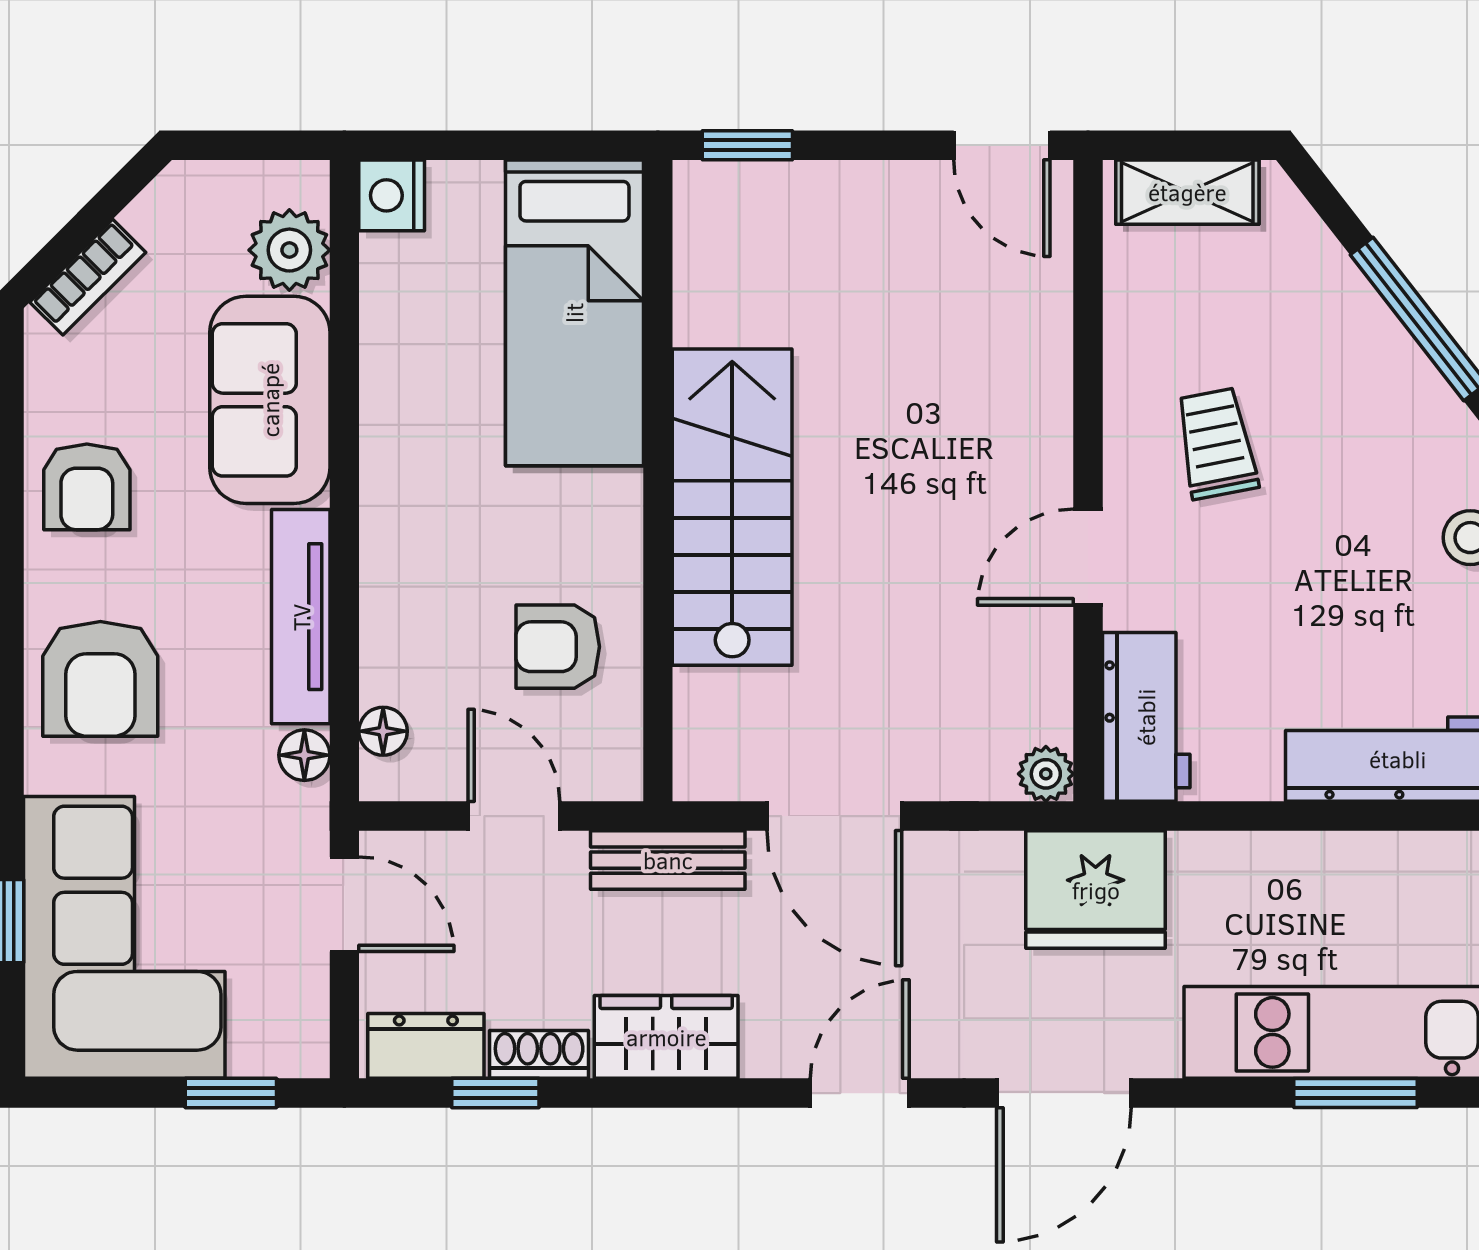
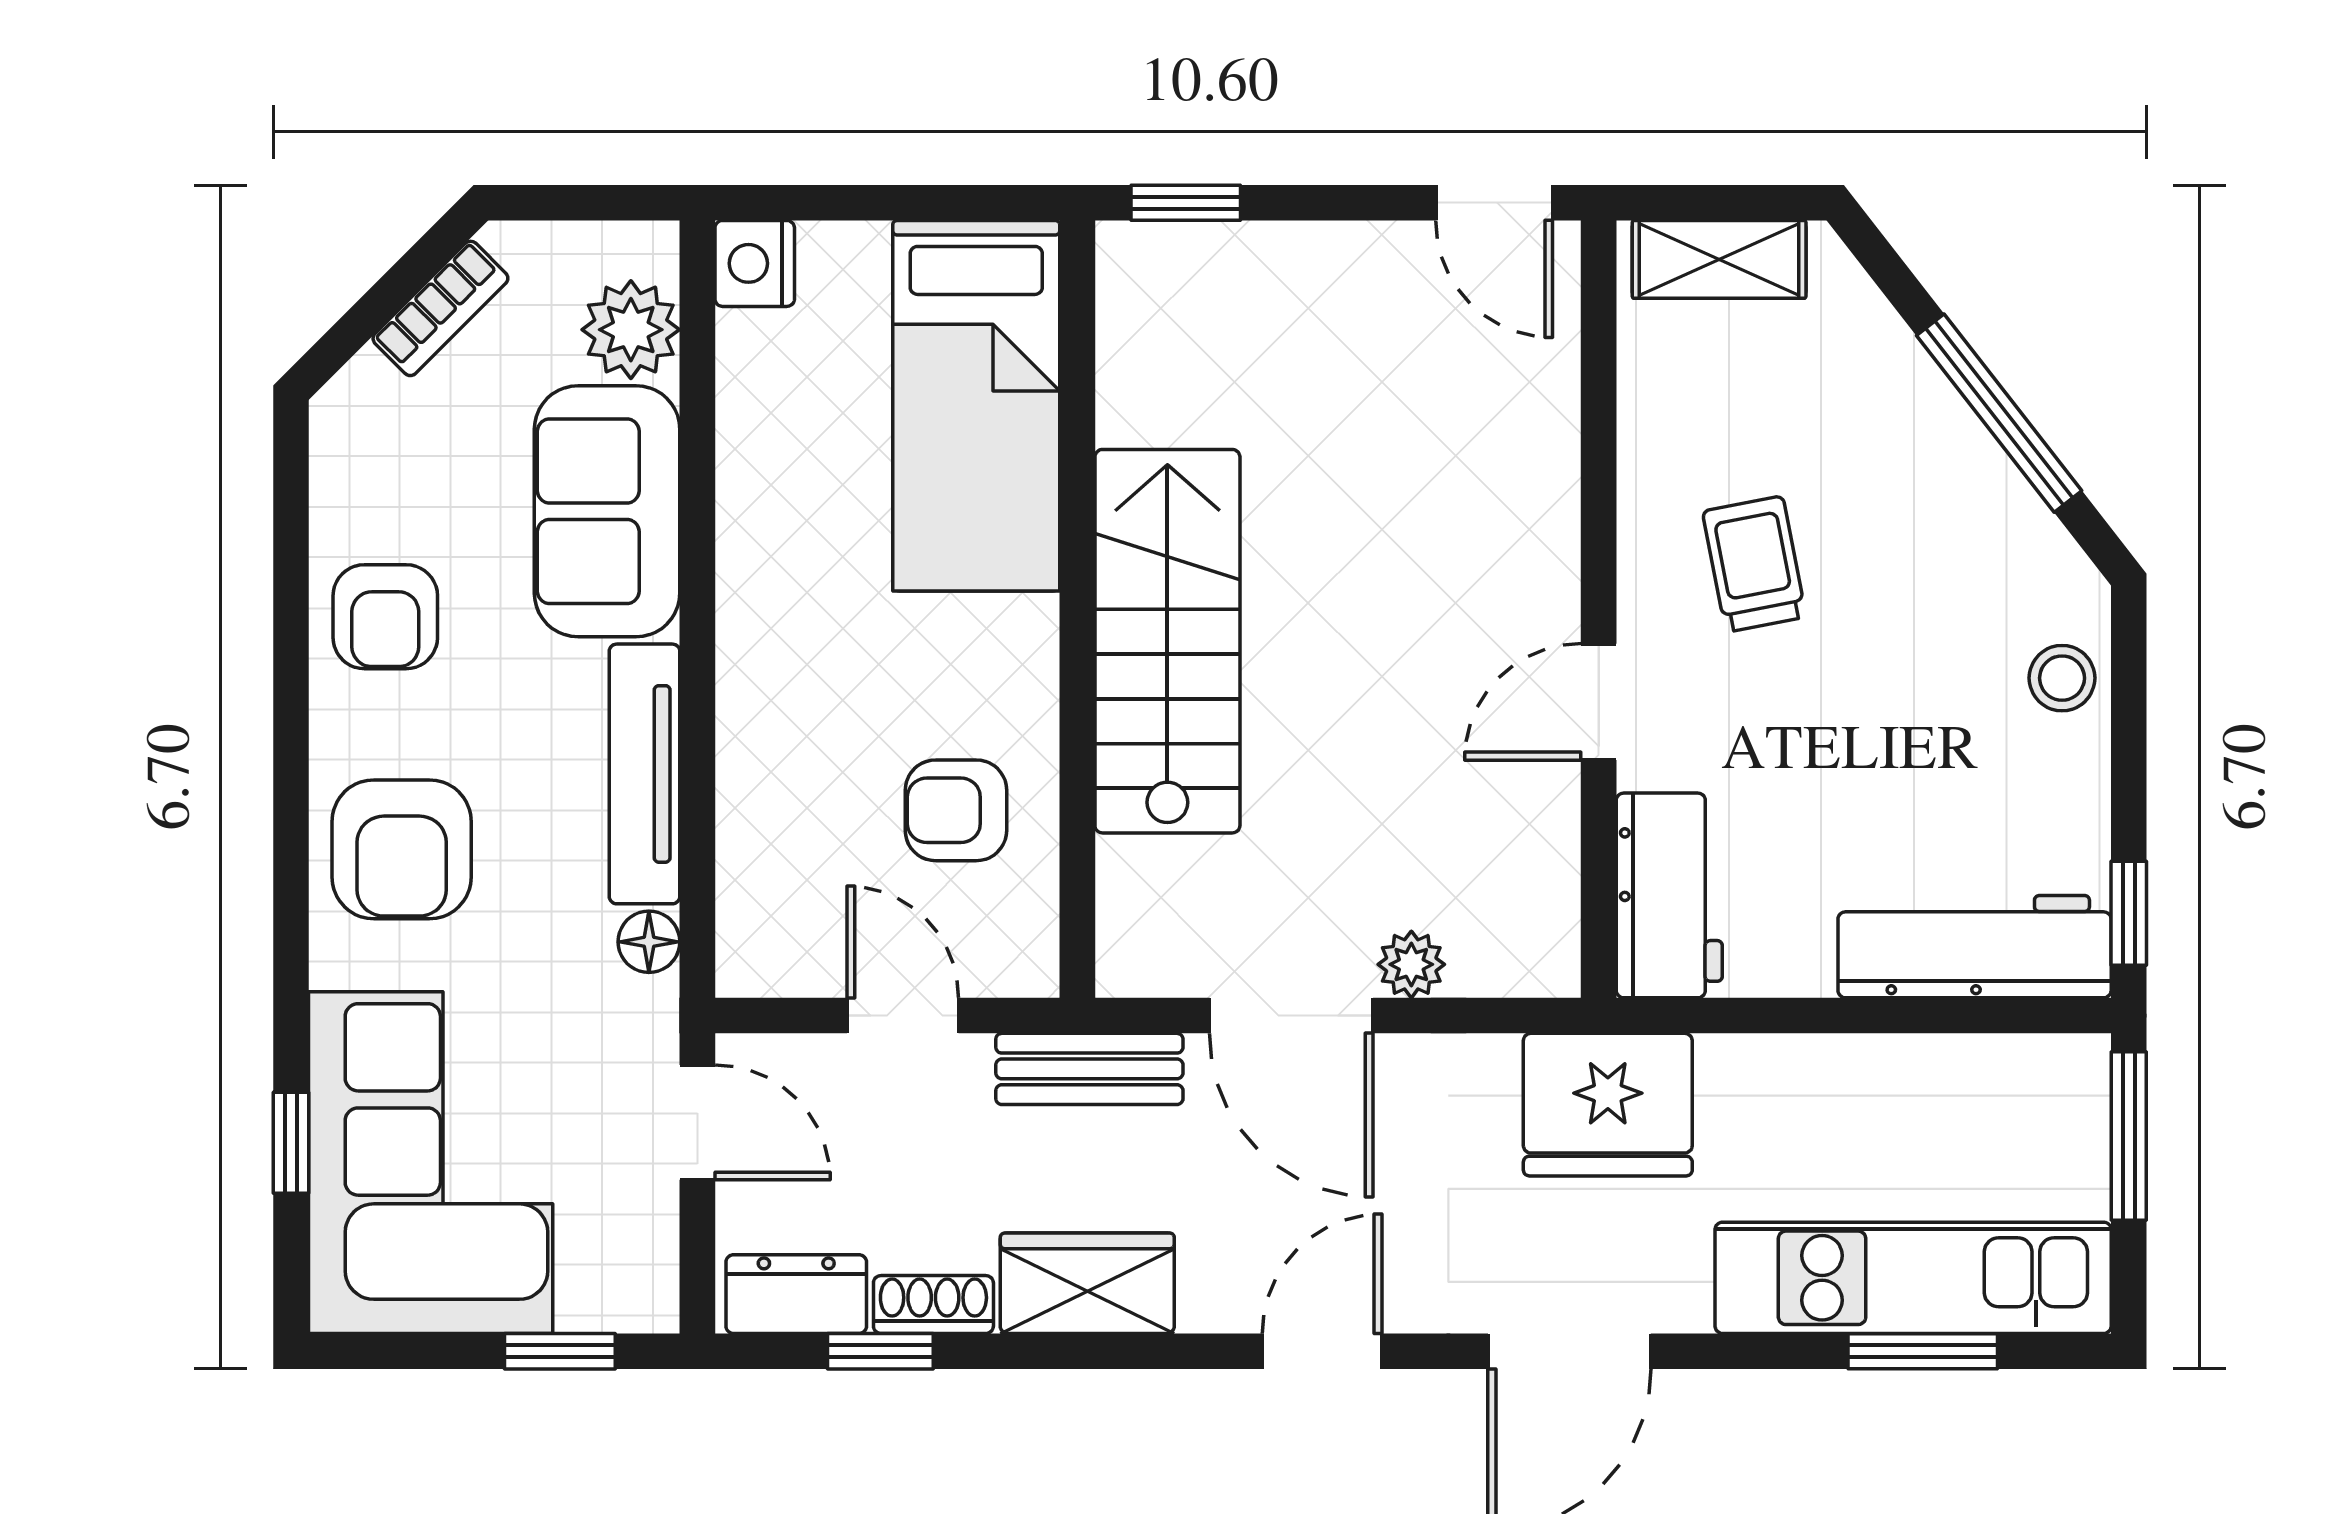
bookcase: (88, 277) -> (440, 308), moved
floor lamp: (383, 731) -> (744, 913), removed
plant: (1046, 774) -> (1411, 964), moved

